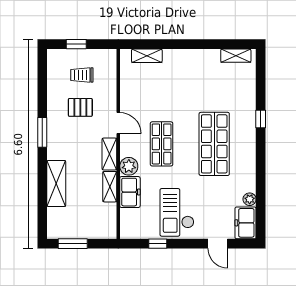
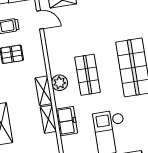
door: (118, 123) -> (40, 20), moved
plant: (129, 166) -> (60, 83), moved

